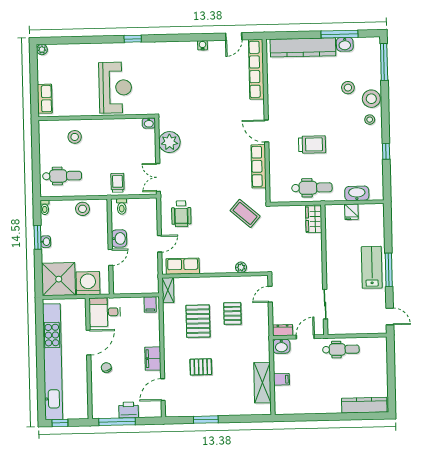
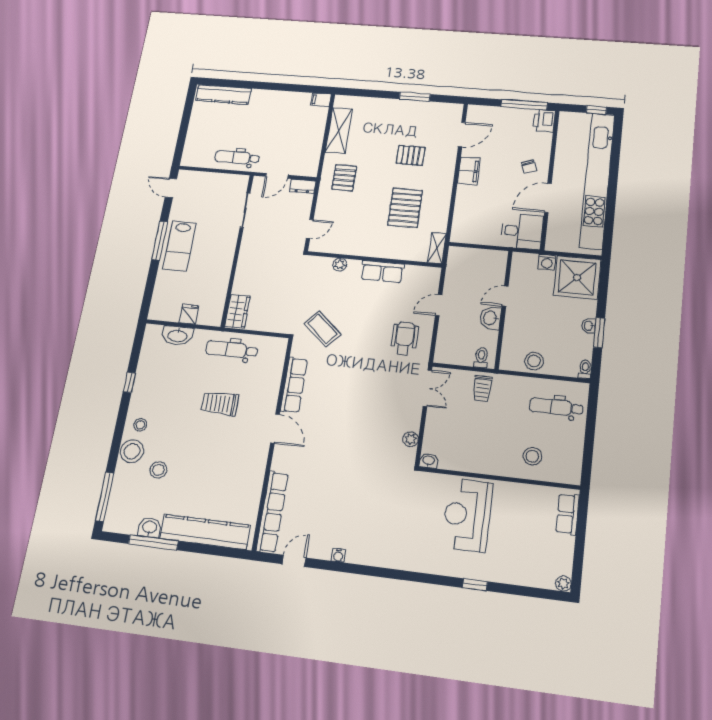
window: (133, 39) -> (475, 585), moved
plant: (169, 142) -> (411, 439), width x0.53, depth x0.53
row of seats: (183, 266) -> (382, 272), moved
washing machine: (88, 283) -> (547, 262), width x0.53, depth x0.53
filing cabinet: (150, 304) -> (462, 234), removed
pallet: (232, 313) -> (344, 178), moved
washbasin: (281, 346) -> (308, 168), removed
filing cabinet: (281, 379) -> (321, 100), moved
printer: (129, 410) -> (544, 121), moved, turned 90

